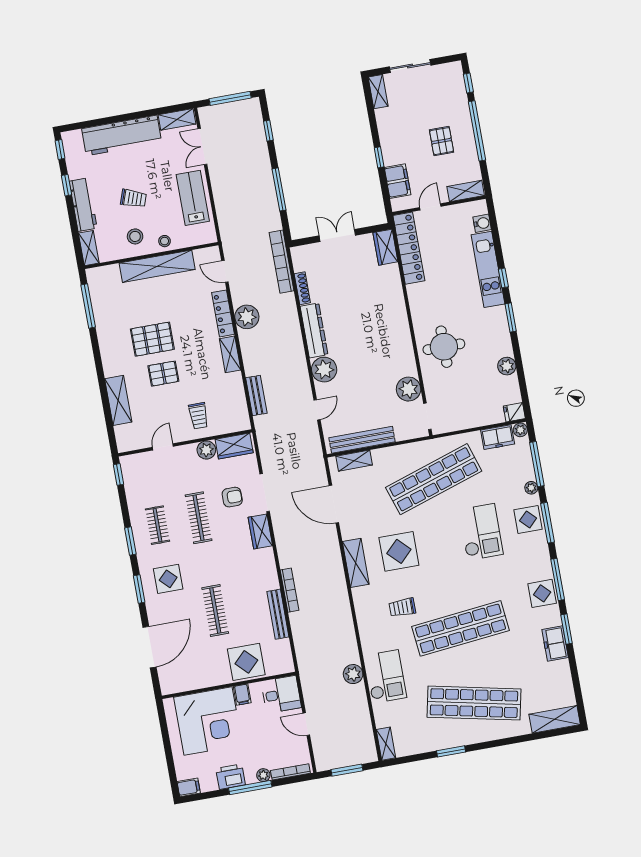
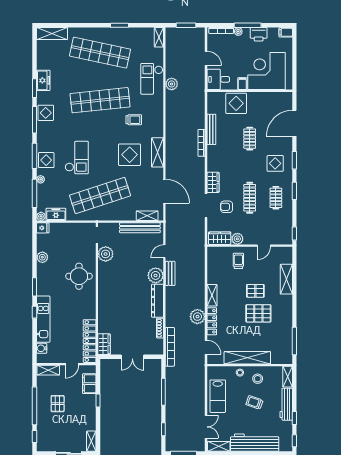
bench: (256, 395) -> (170, 273), moved
checkout: (481, 532) -> (77, 158), turned 180
clothes rail: (215, 611) -> (250, 139), width x0.73

